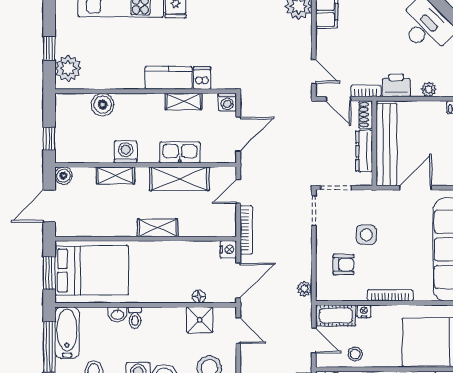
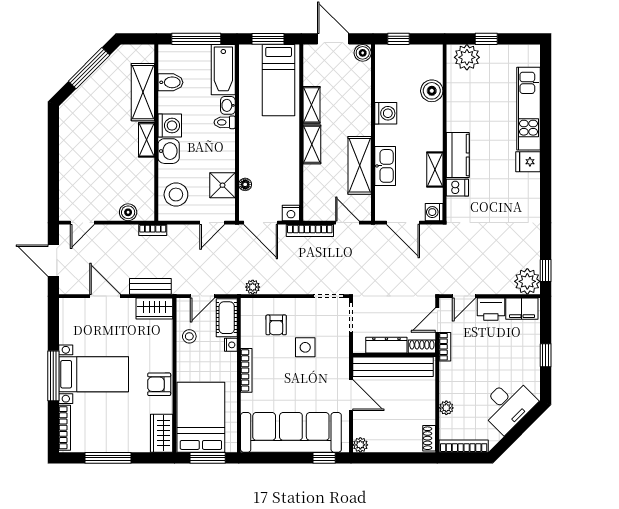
printer: (396, 85) -> (491, 309), moved, turned 90
shelving: (115, 175) -> (311, 105), moved
bed: (92, 270) -> (279, 80), width x0.67
bathtub: (67, 333) -> (223, 70), moved, turned 90

